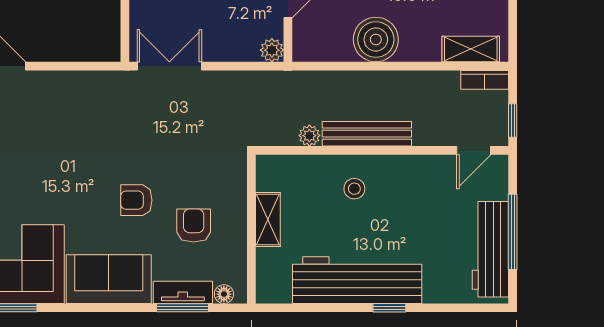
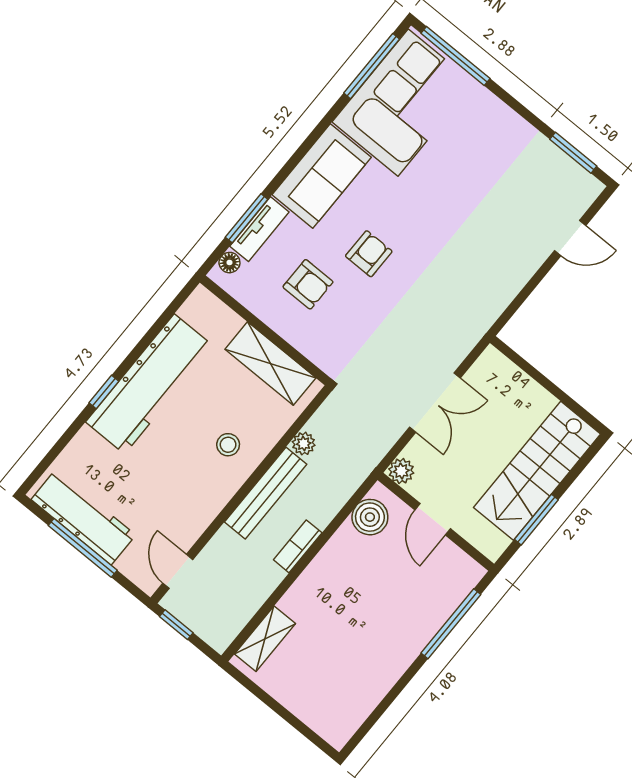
boiler: (376, 40) -> (370, 517), moved, width x0.73, depth x0.73
double door: (169, 66) -> (435, 403), moved
bookcase: (485, 80) -> (298, 546), moved
shelving: (268, 220) -> (270, 364), width x1.50, depth x1.33

